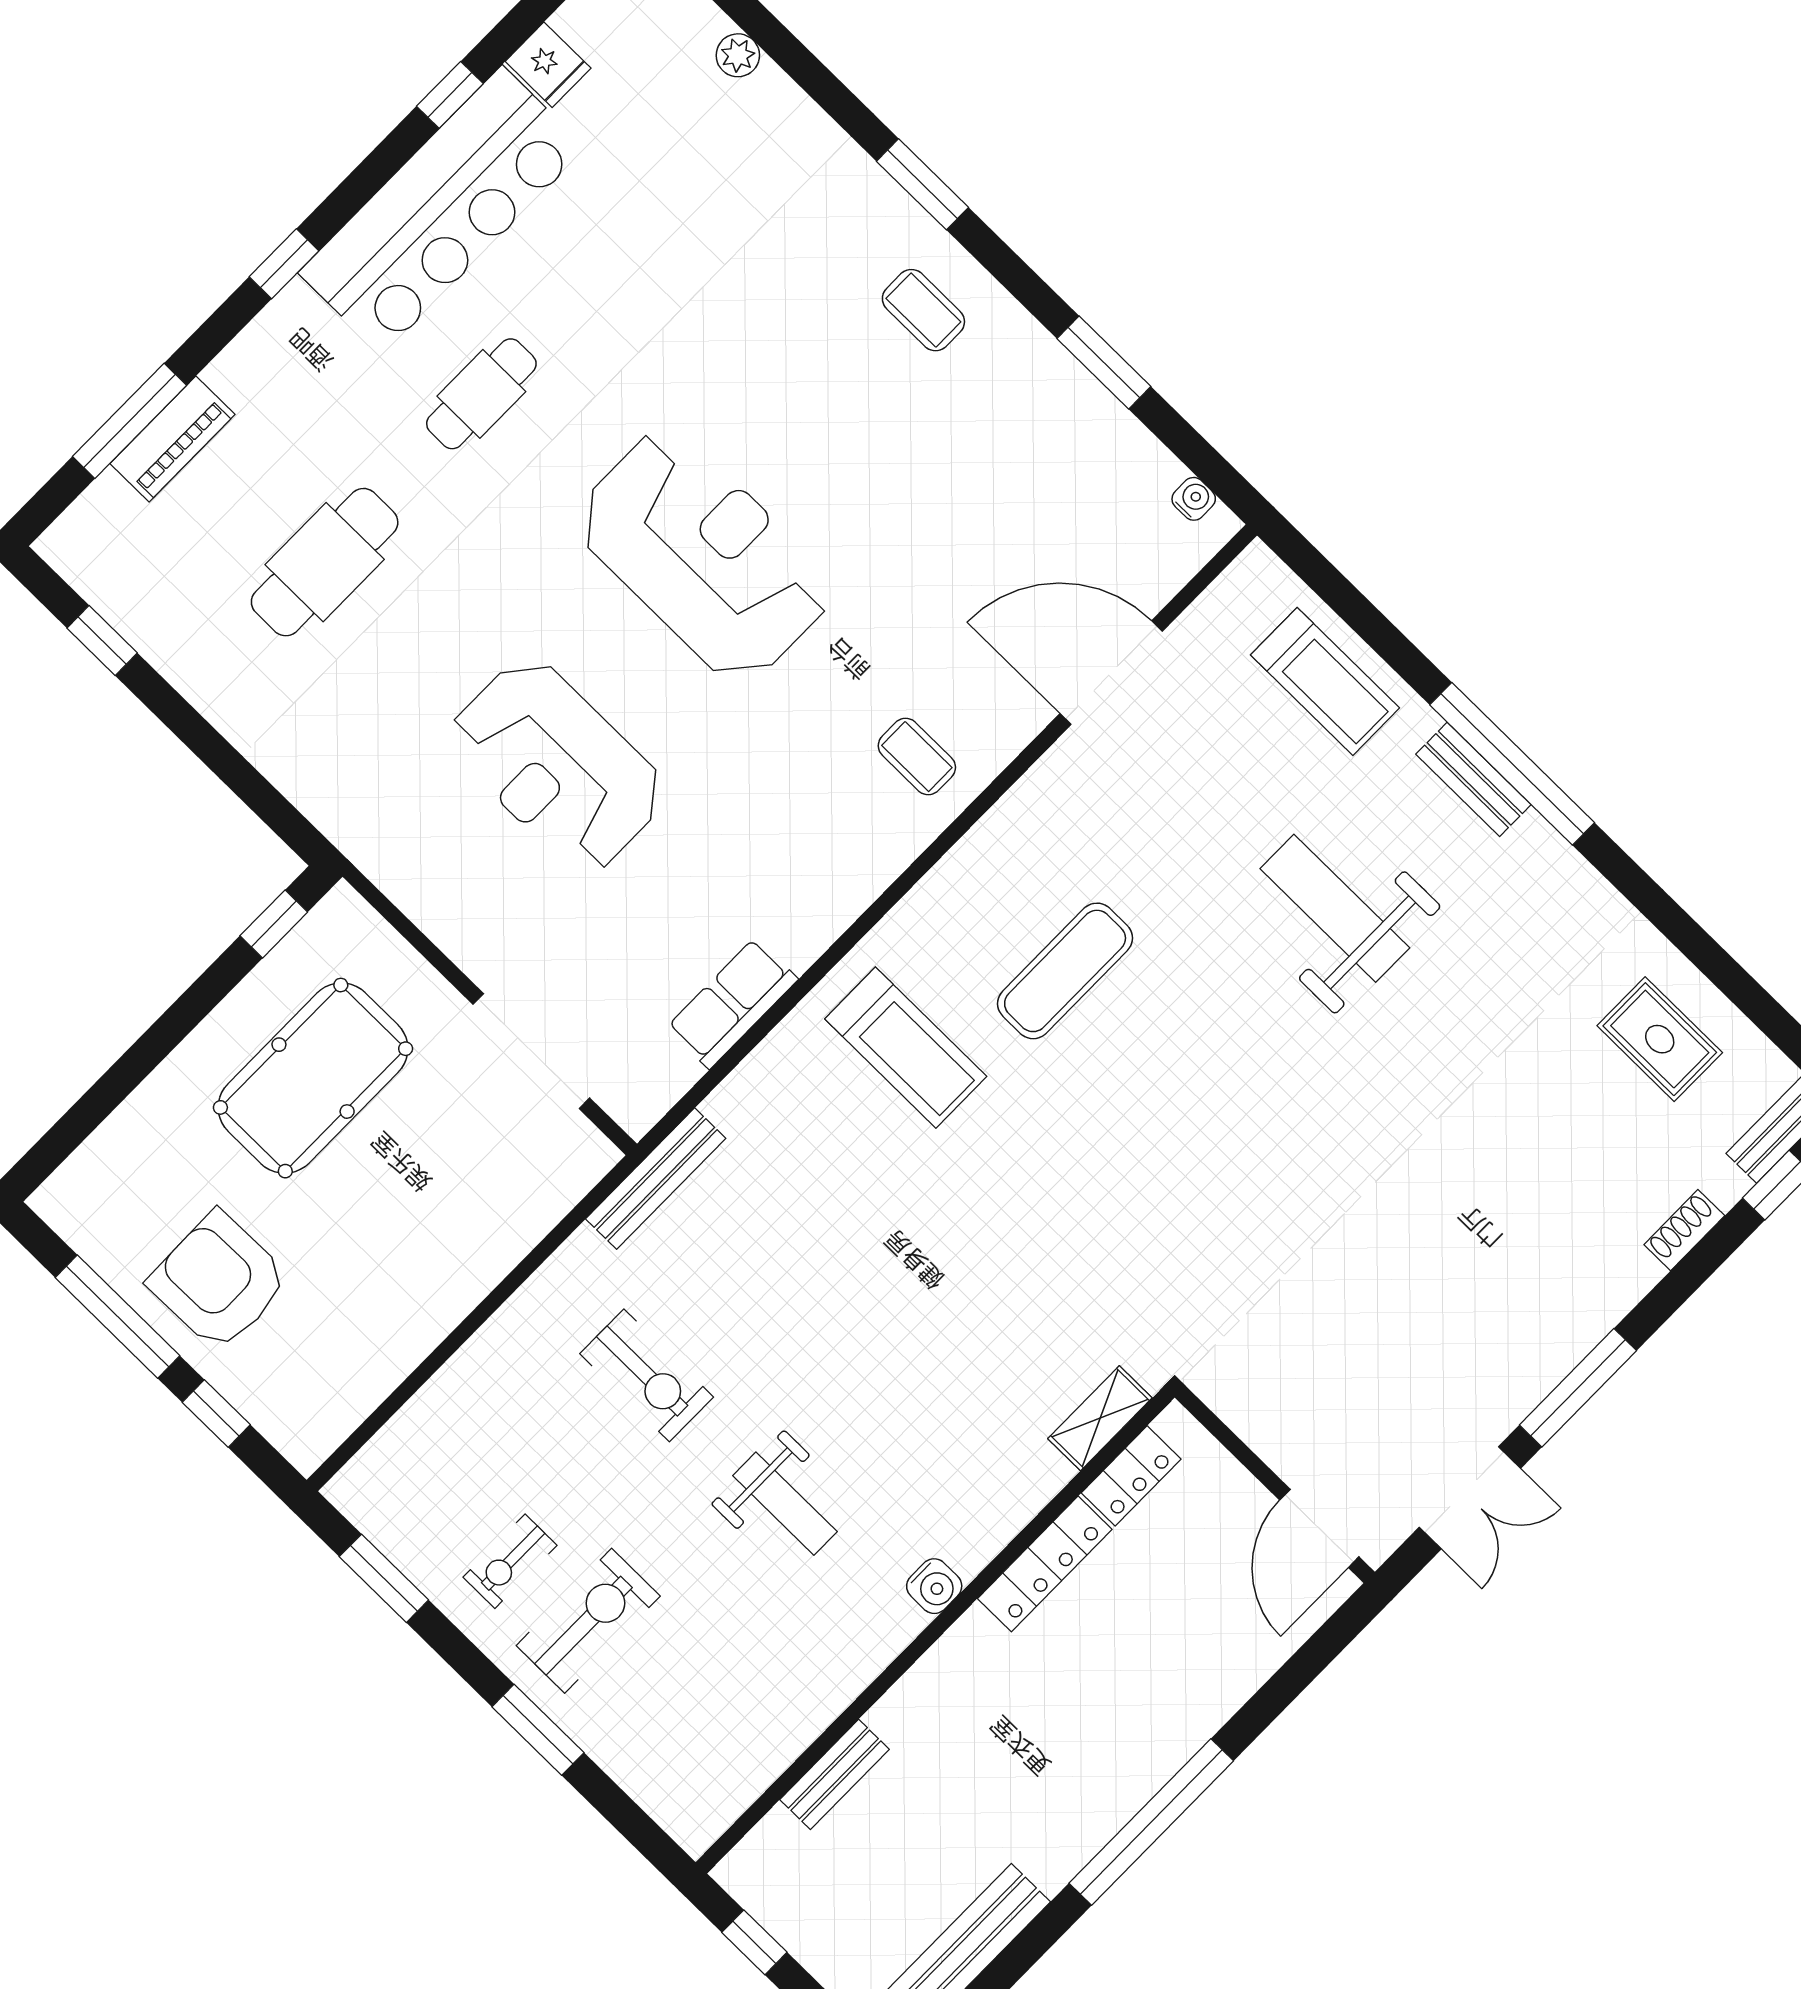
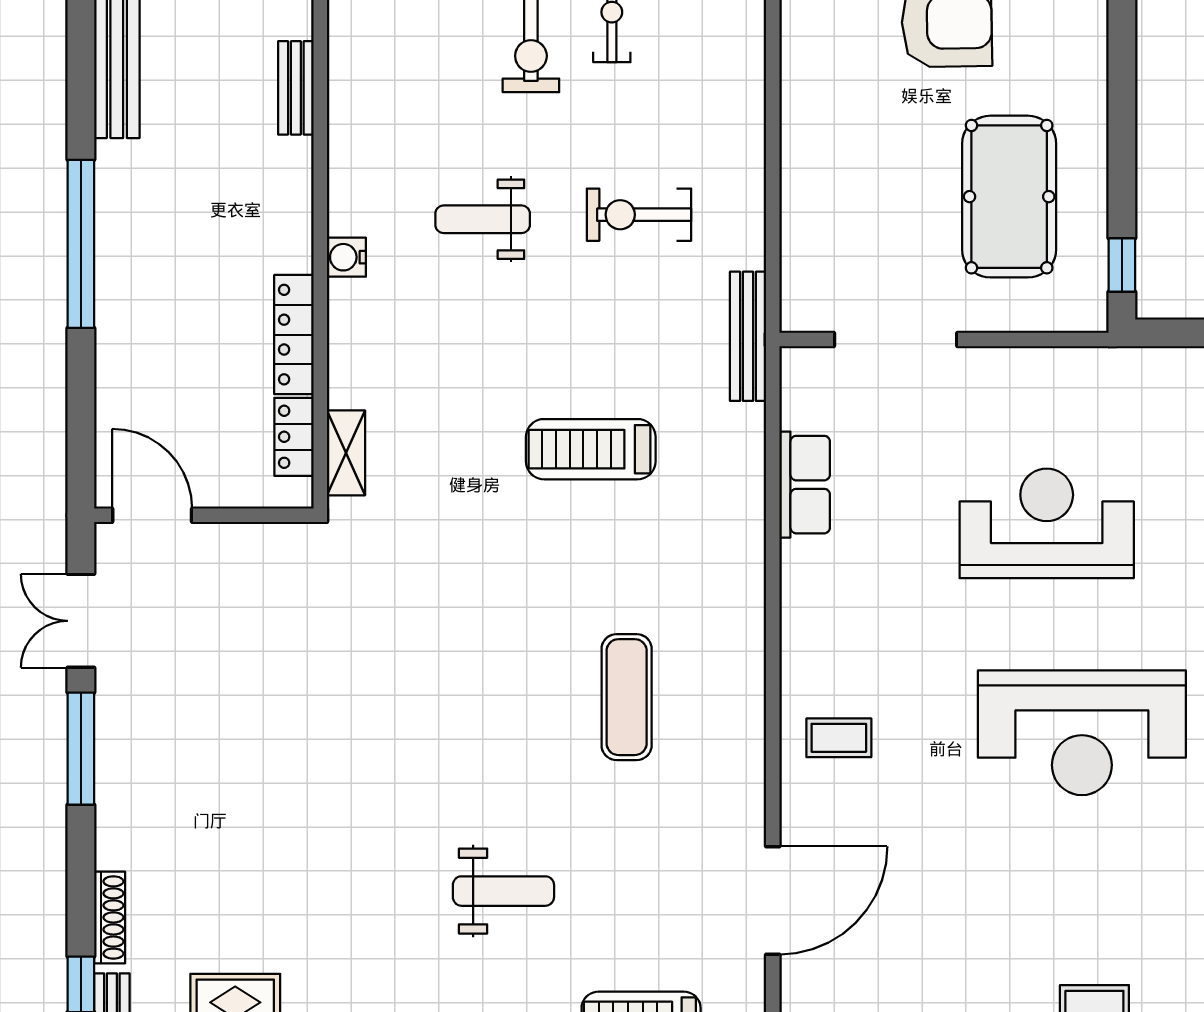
weight bench: (1335, 908) -> (503, 891), width x0.73, depth x0.75
treadmill: (906, 1048) -> (591, 449), moved
shoe rack: (1684, 1230) -> (110, 917), width x1.43

